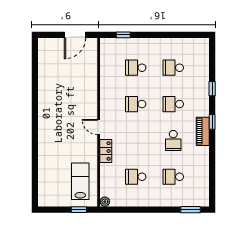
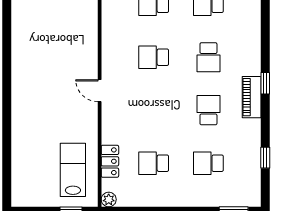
window: (212, 89) -> (265, 158), moved
school desk: (173, 104) -> (208, 57), turned -90
school desk: (173, 140) -> (208, 110), turned 180
locker: (106, 151) -> (110, 161), moved

